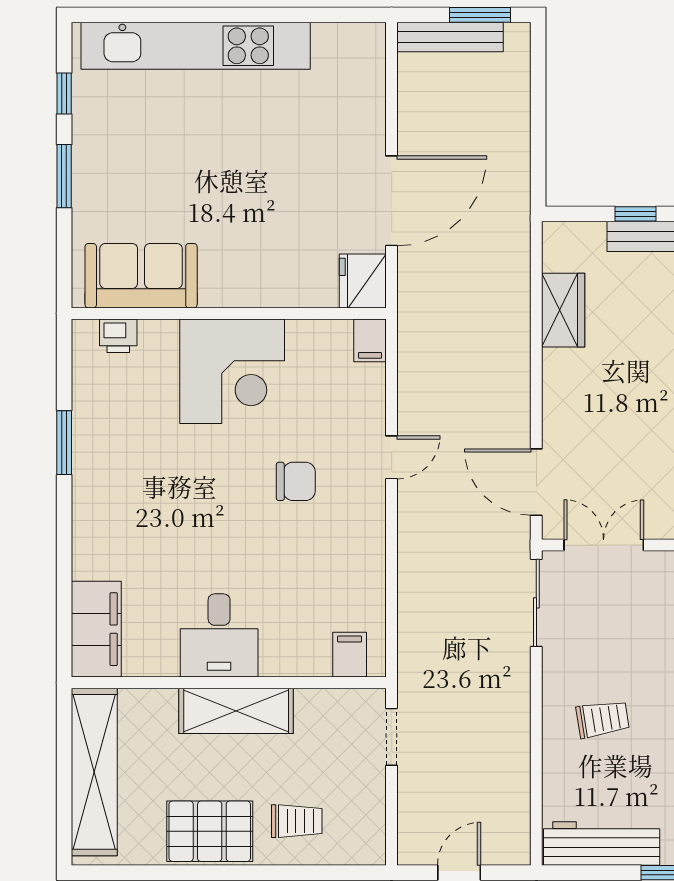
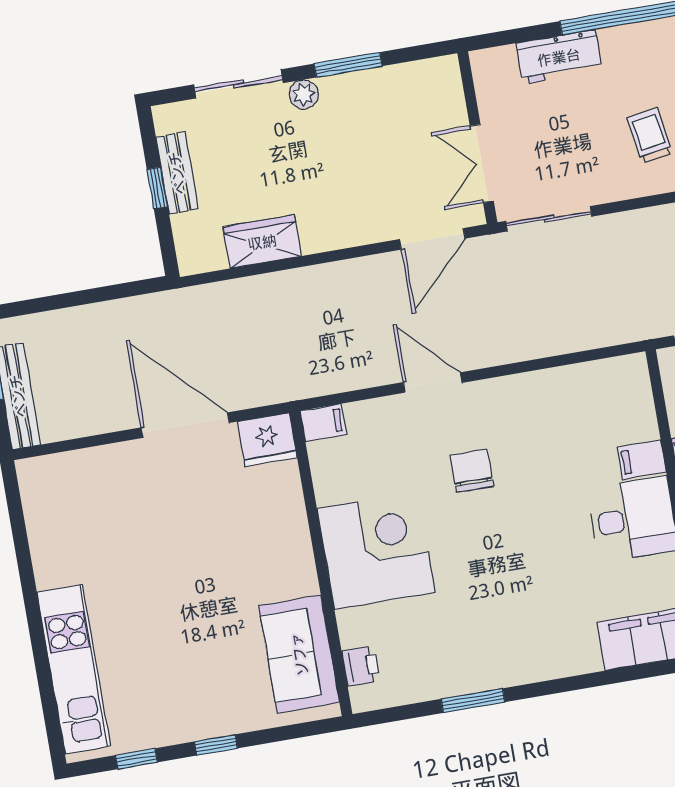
kitchen unit: (196, 46) -> (74, 669), width x0.73
window: (64, 176) -> (216, 745), width x0.67
door: (392, 457) -> (433, 382), width x1.38
filing cabinet: (350, 655) -> (642, 460), moved

